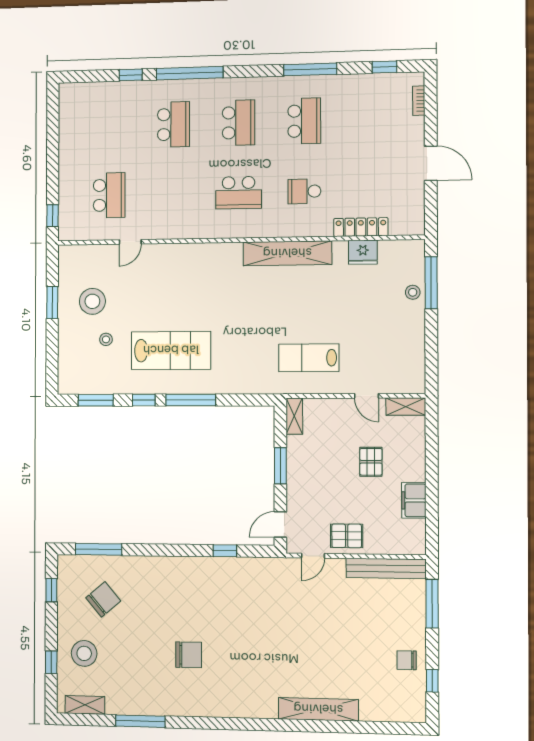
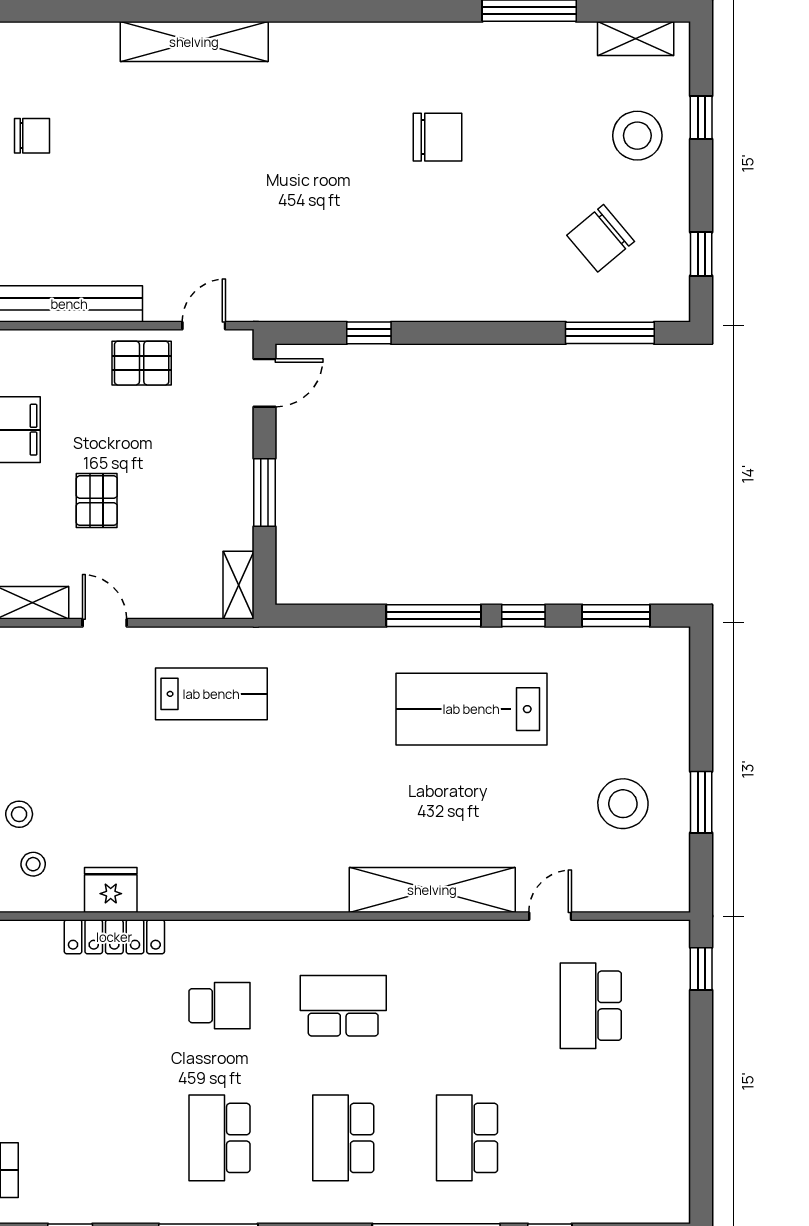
shelving: (287, 253) -> (432, 890), moved
stool: (106, 339) -> (33, 864), moved
chair: (189, 655) -> (438, 137), turned 180

